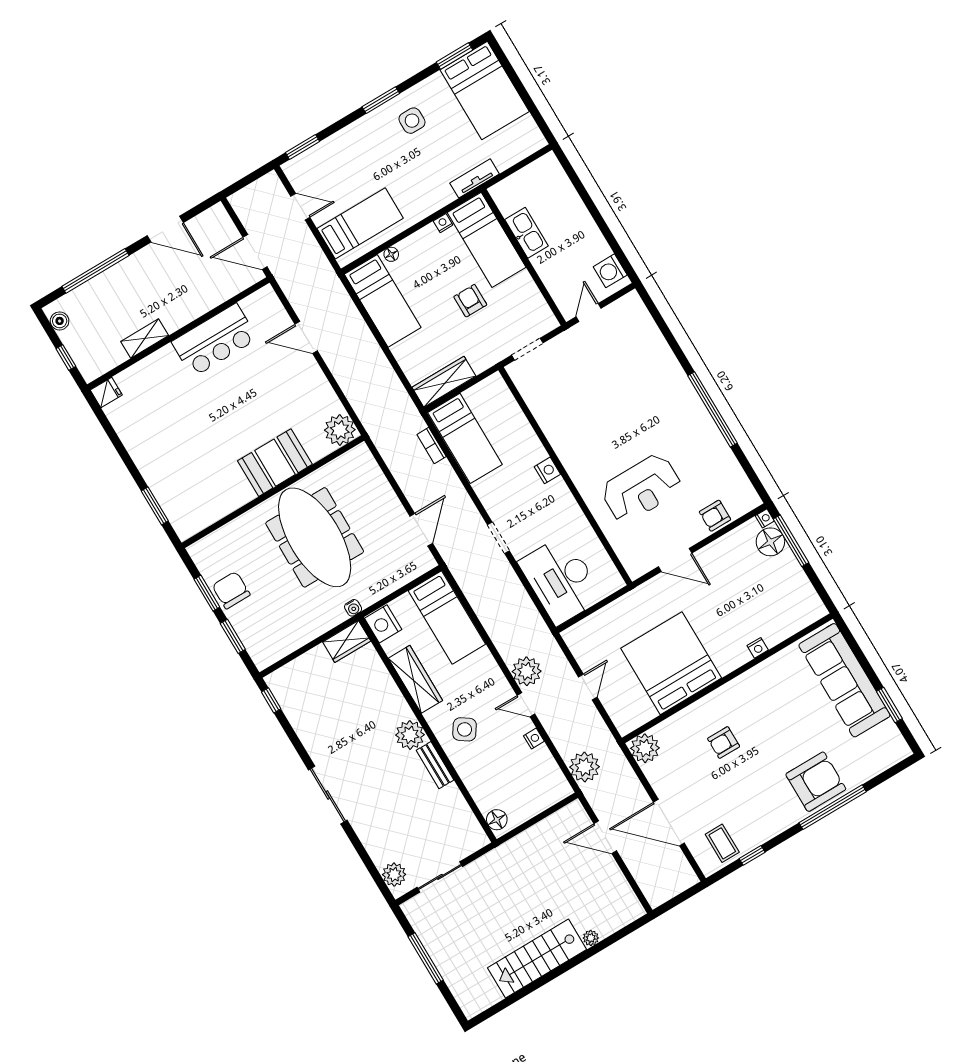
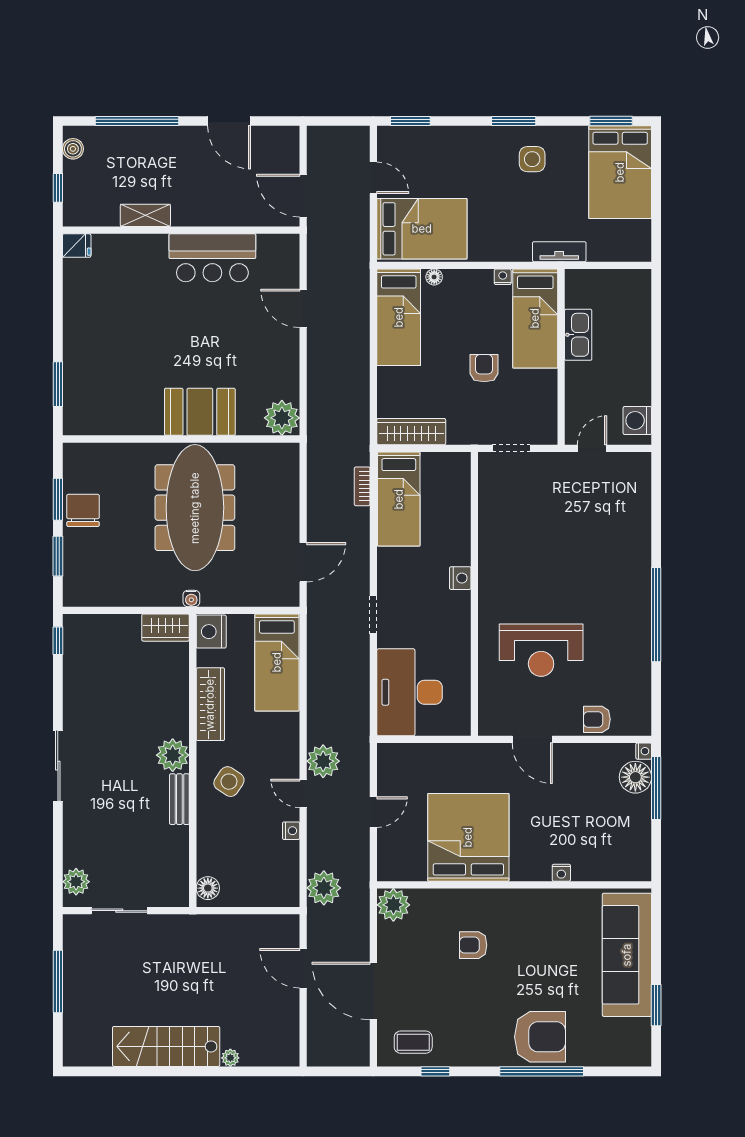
bed: (360, 223) -> (422, 229), width x1.50
coffee table: (722, 843) -> (413, 1042), turned 90

